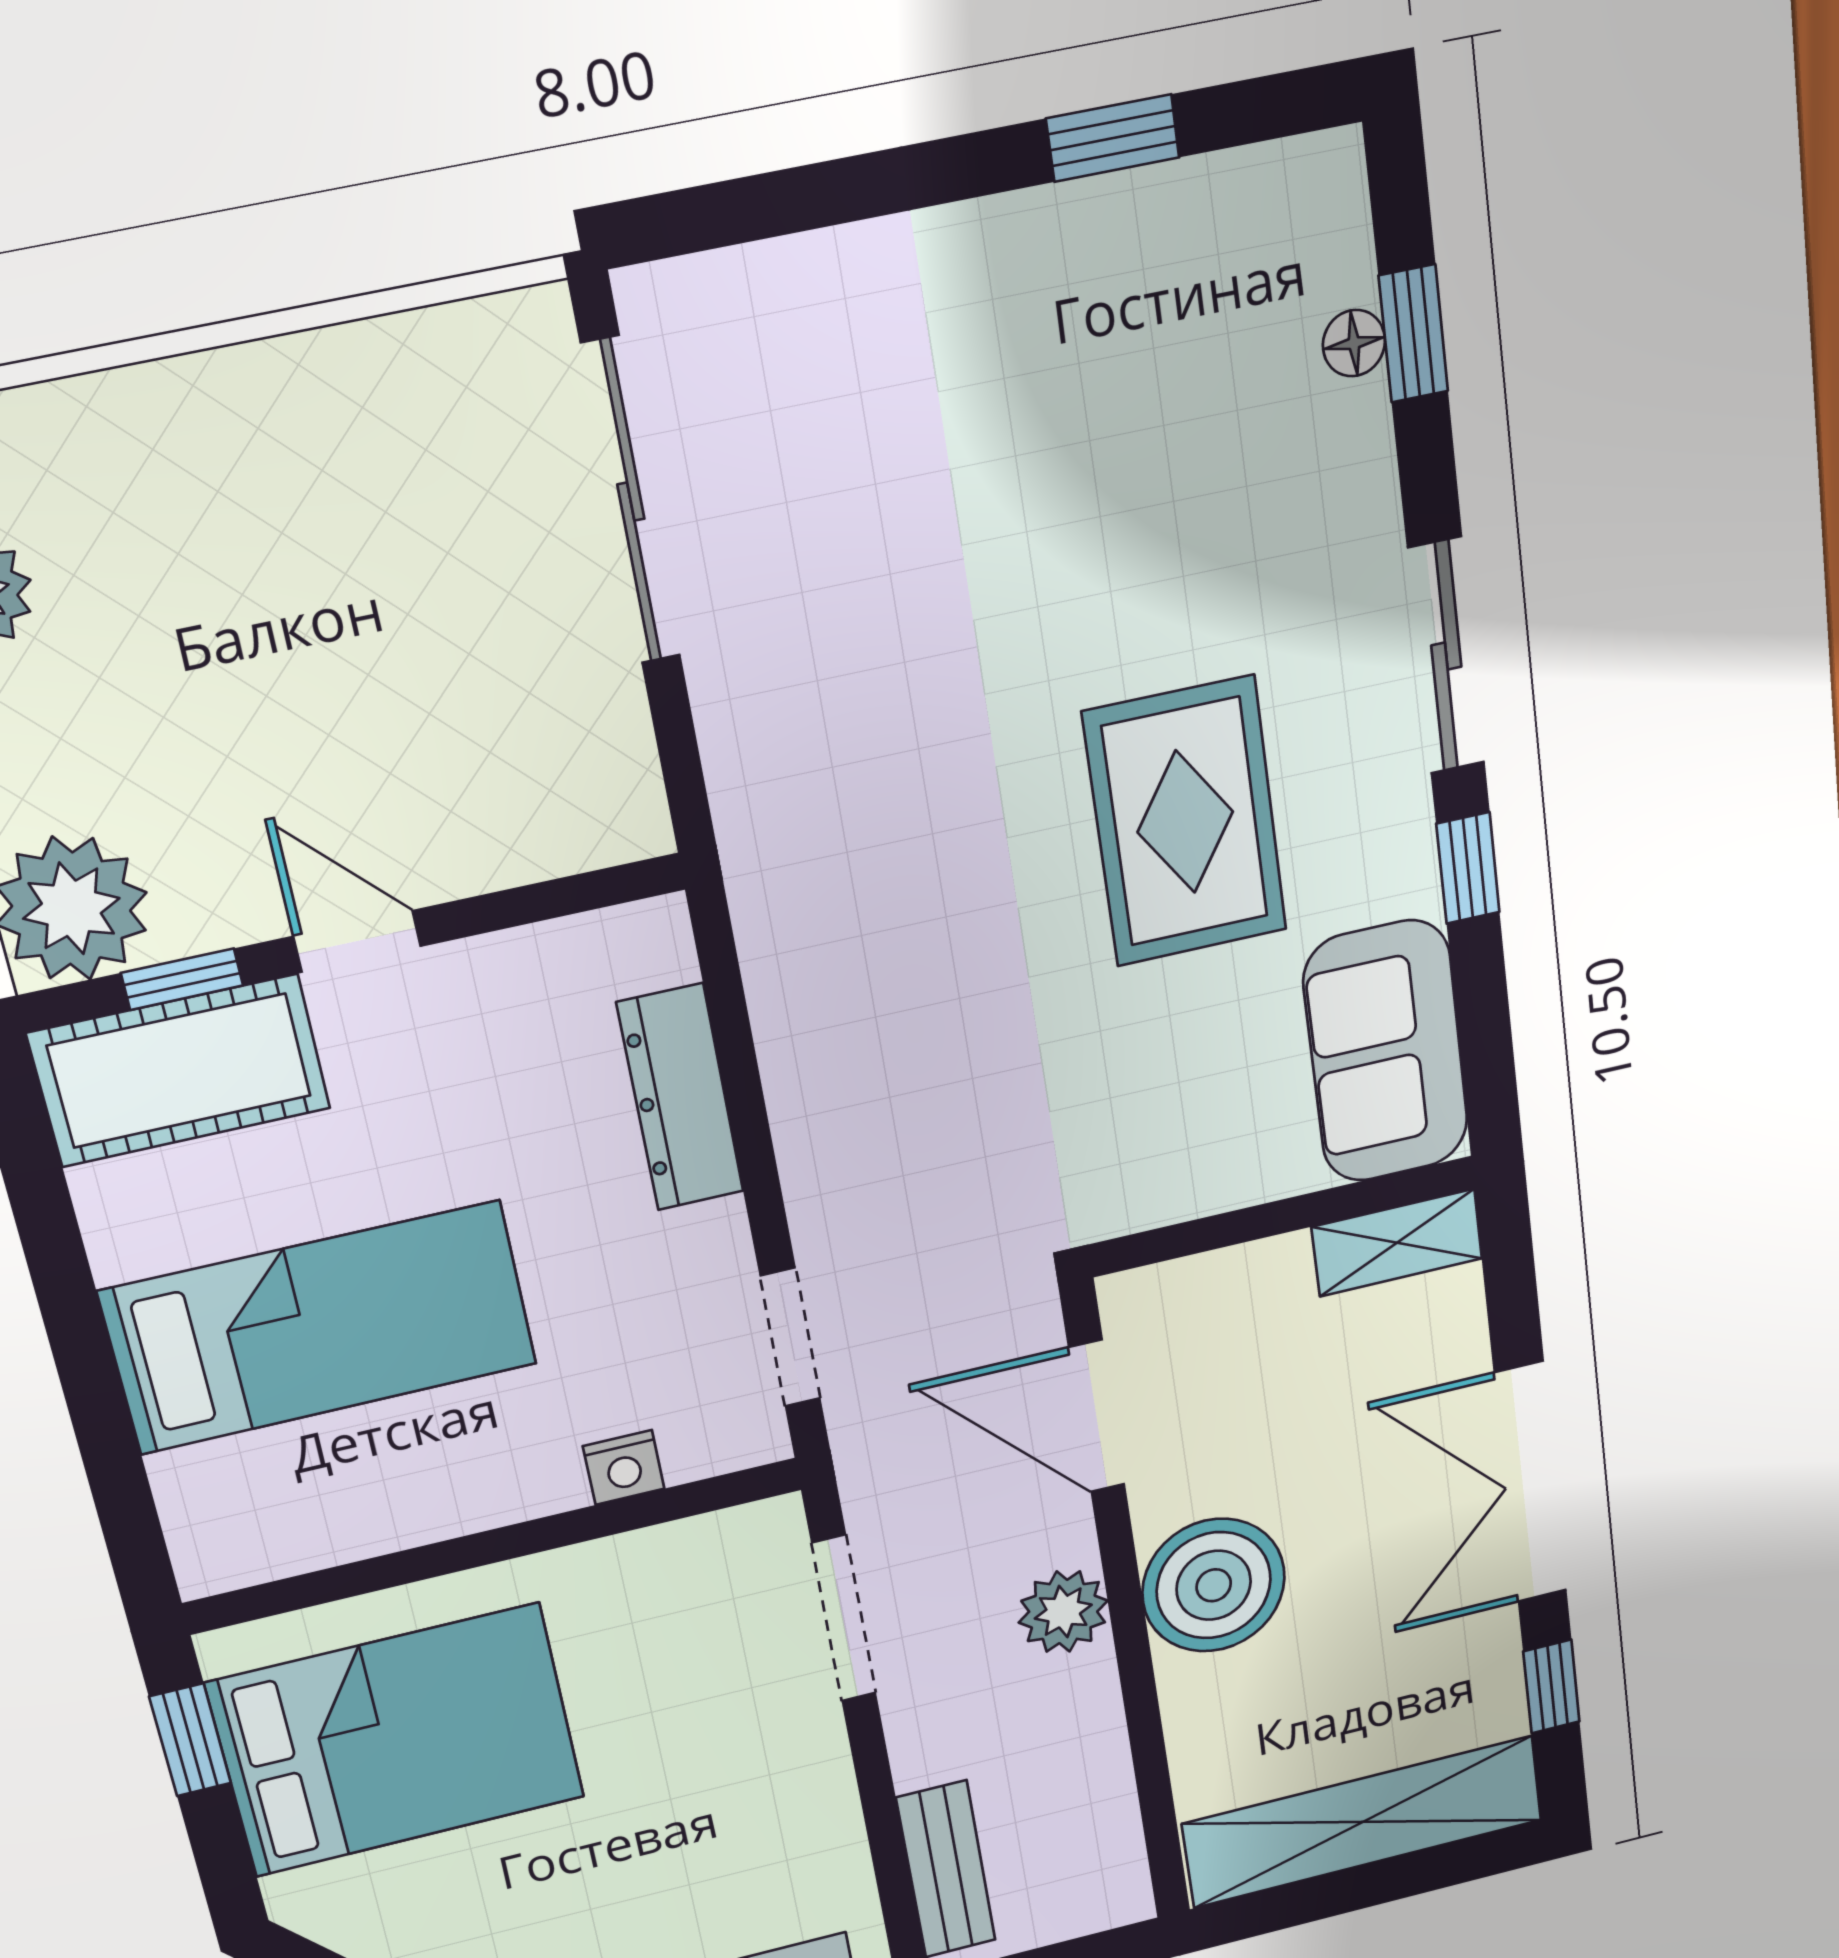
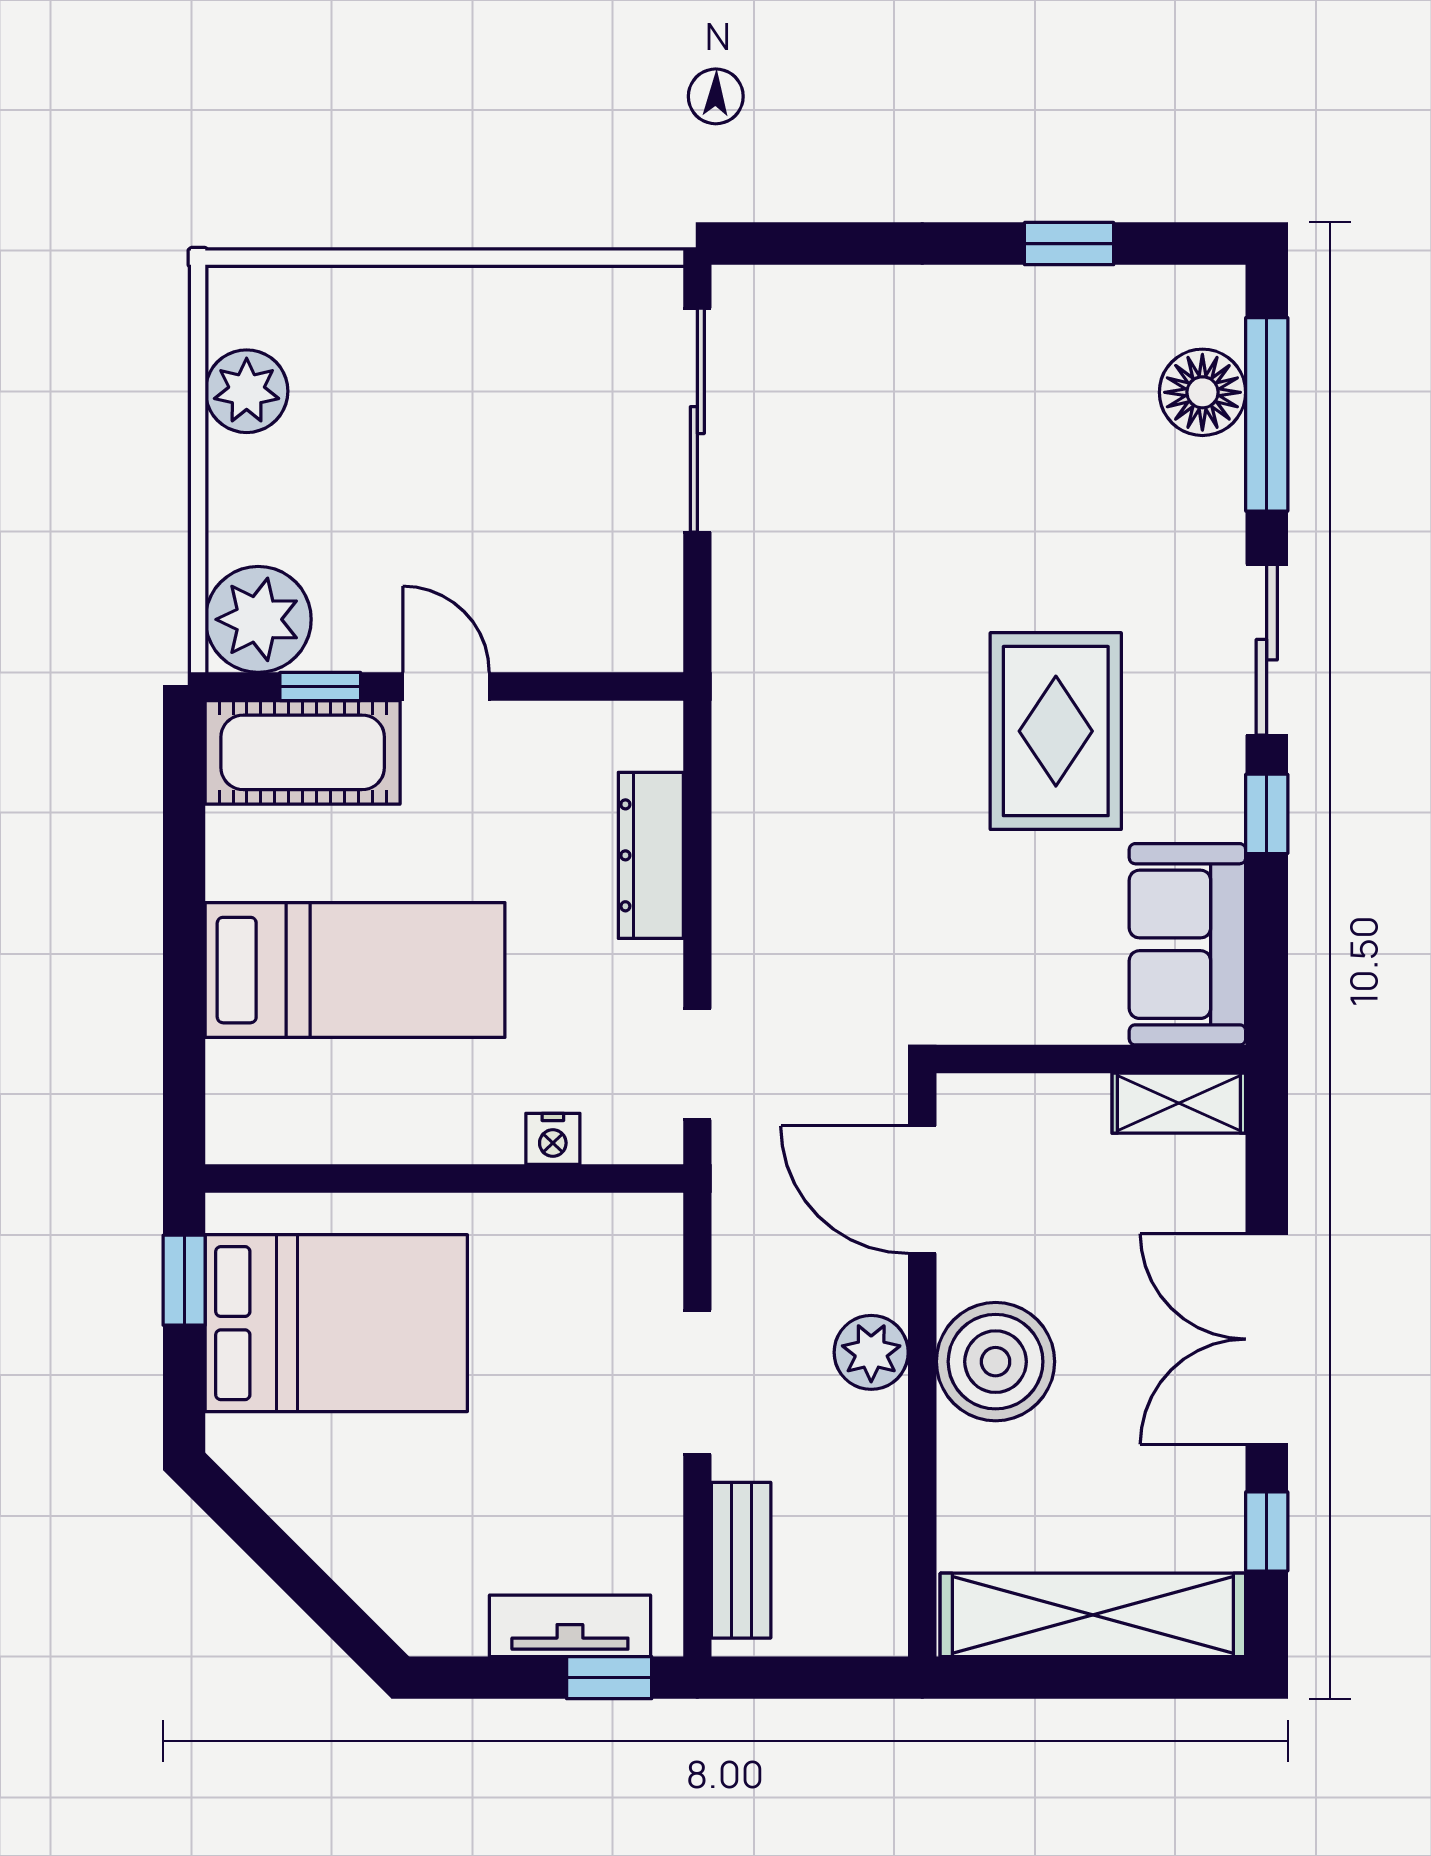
window: (1413, 334) -> (1267, 414), width x2.17
floor lamp: (1354, 343) -> (1202, 392), width x1.89, depth x1.89
doorway: (844, 1618) -> (697, 1382), moved

